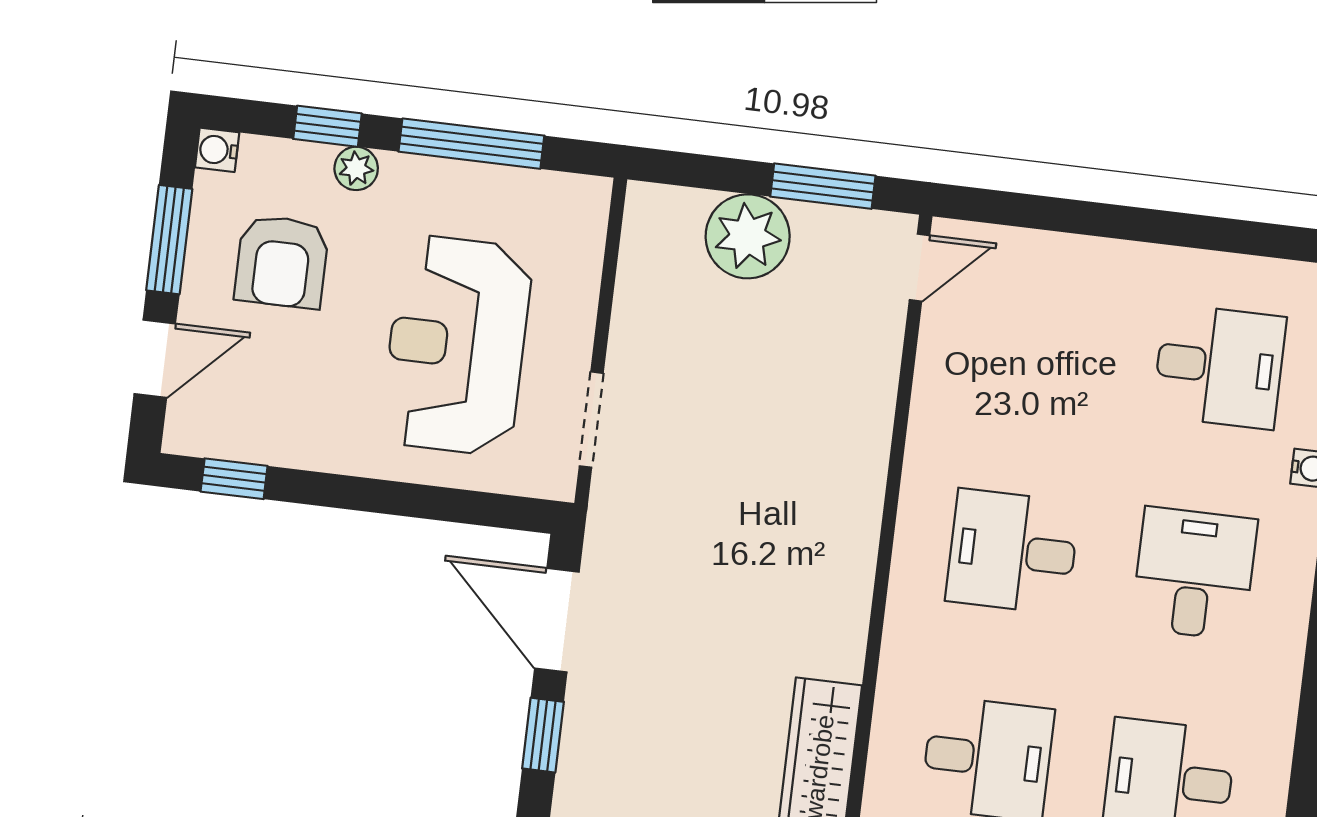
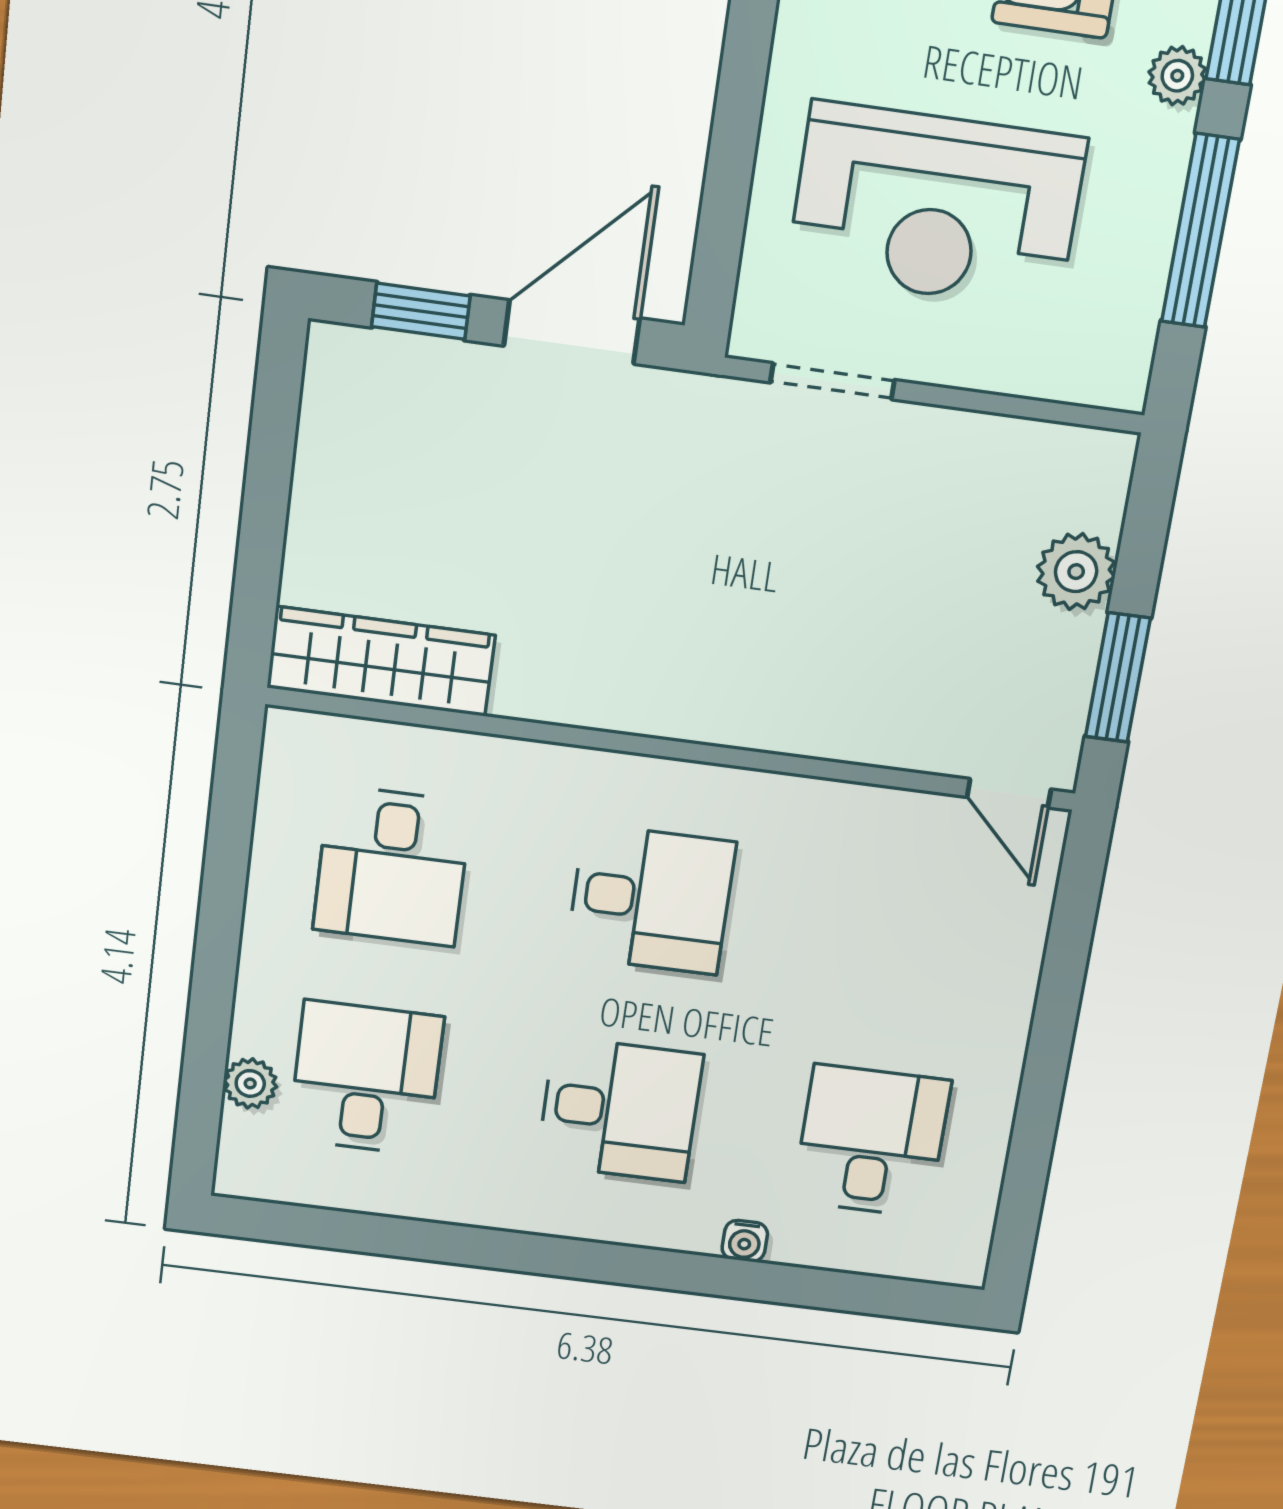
plant: (748, 236) -> (1076, 572), width x0.73, depth x0.73
reception desk: (457, 345) -> (936, 206), turned 180
desk: (1219, 366) -> (871, 1141), turned 180
desk: (1013, 552) -> (651, 899), turned 90

